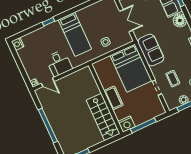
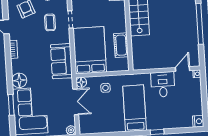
double door: (126, 21) -> (76, 102), swing flipped
floor lamp: (128, 39) -> (81, 82), added
door: (48, 82) -> (182, 69), hinge flipped
cot: (113, 98) -> (121, 45), moved

